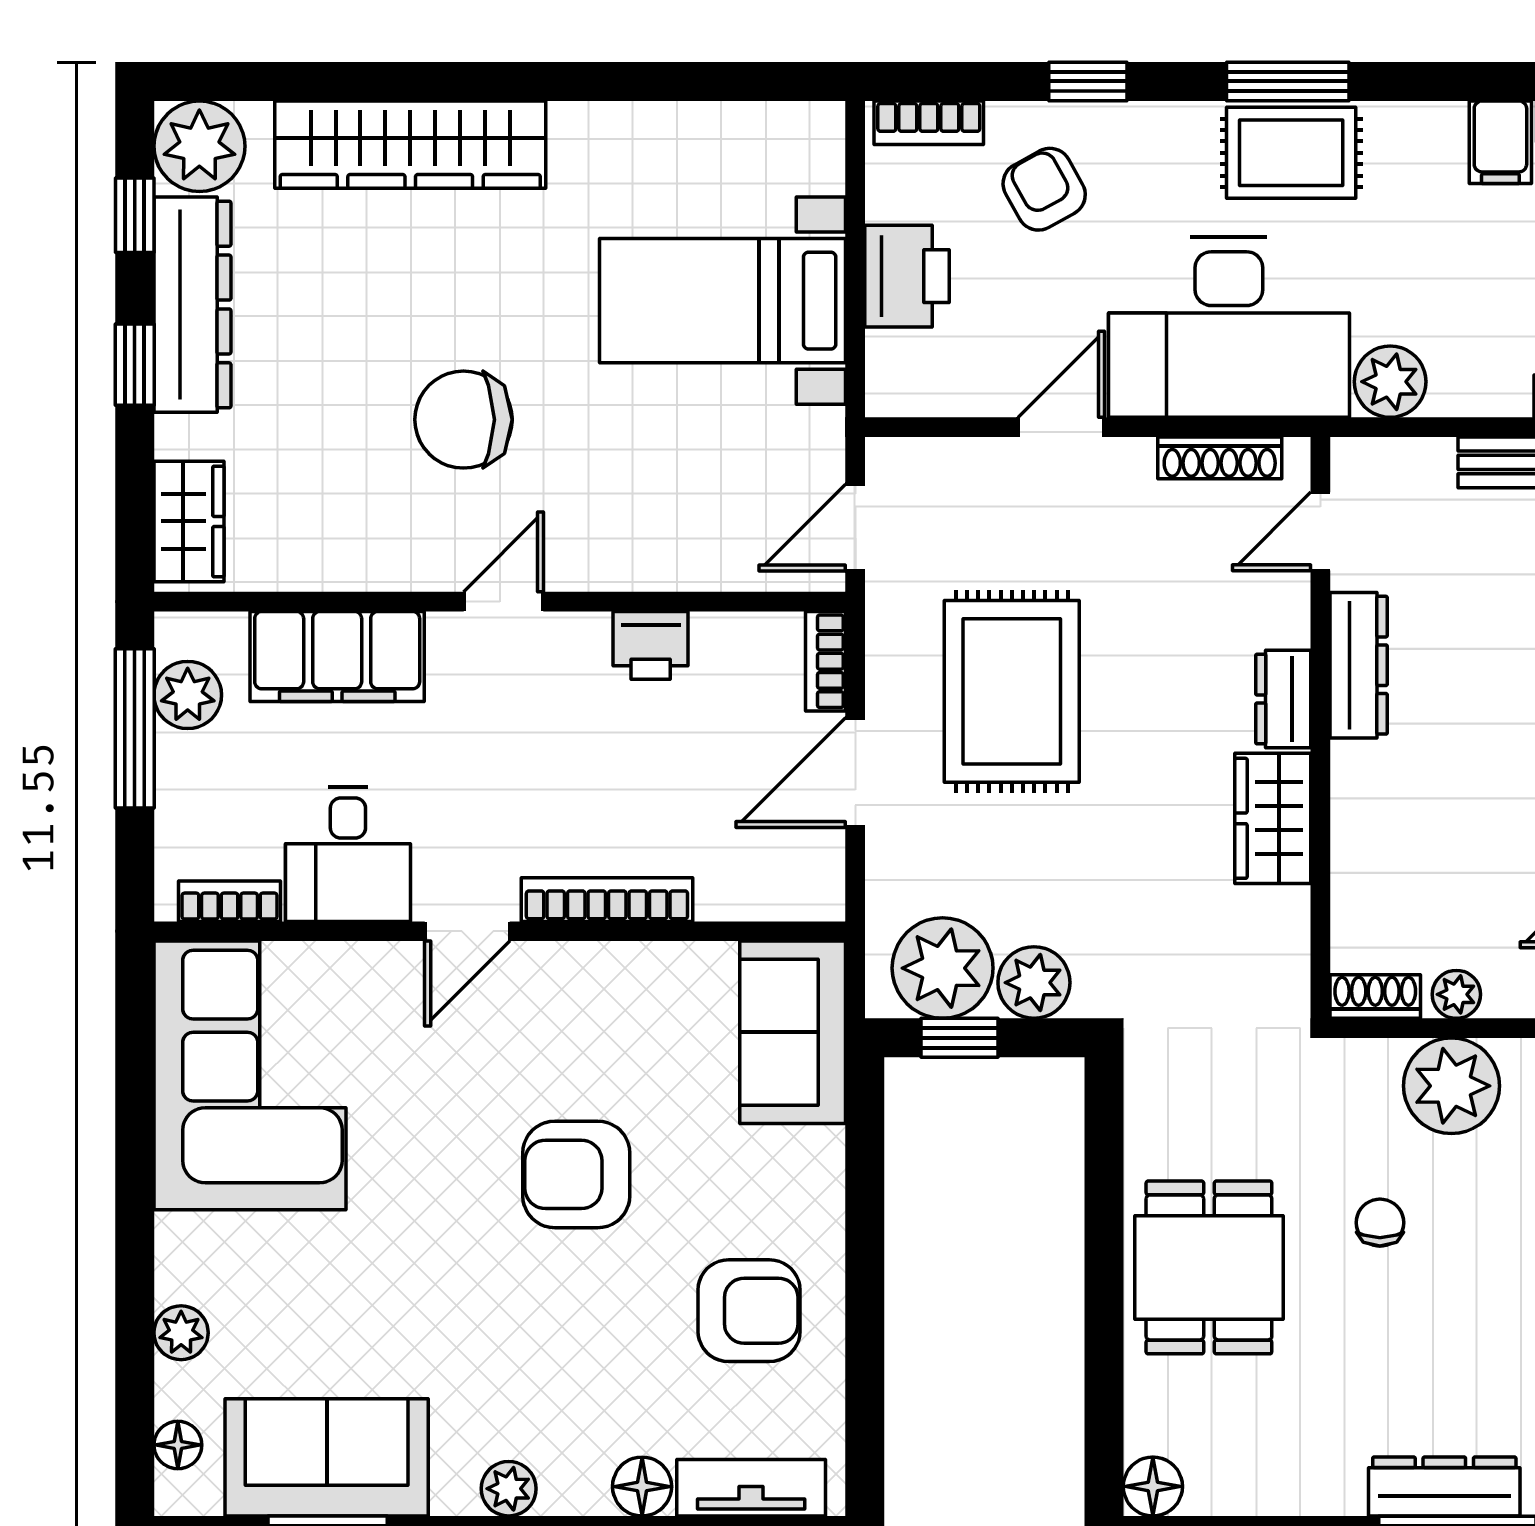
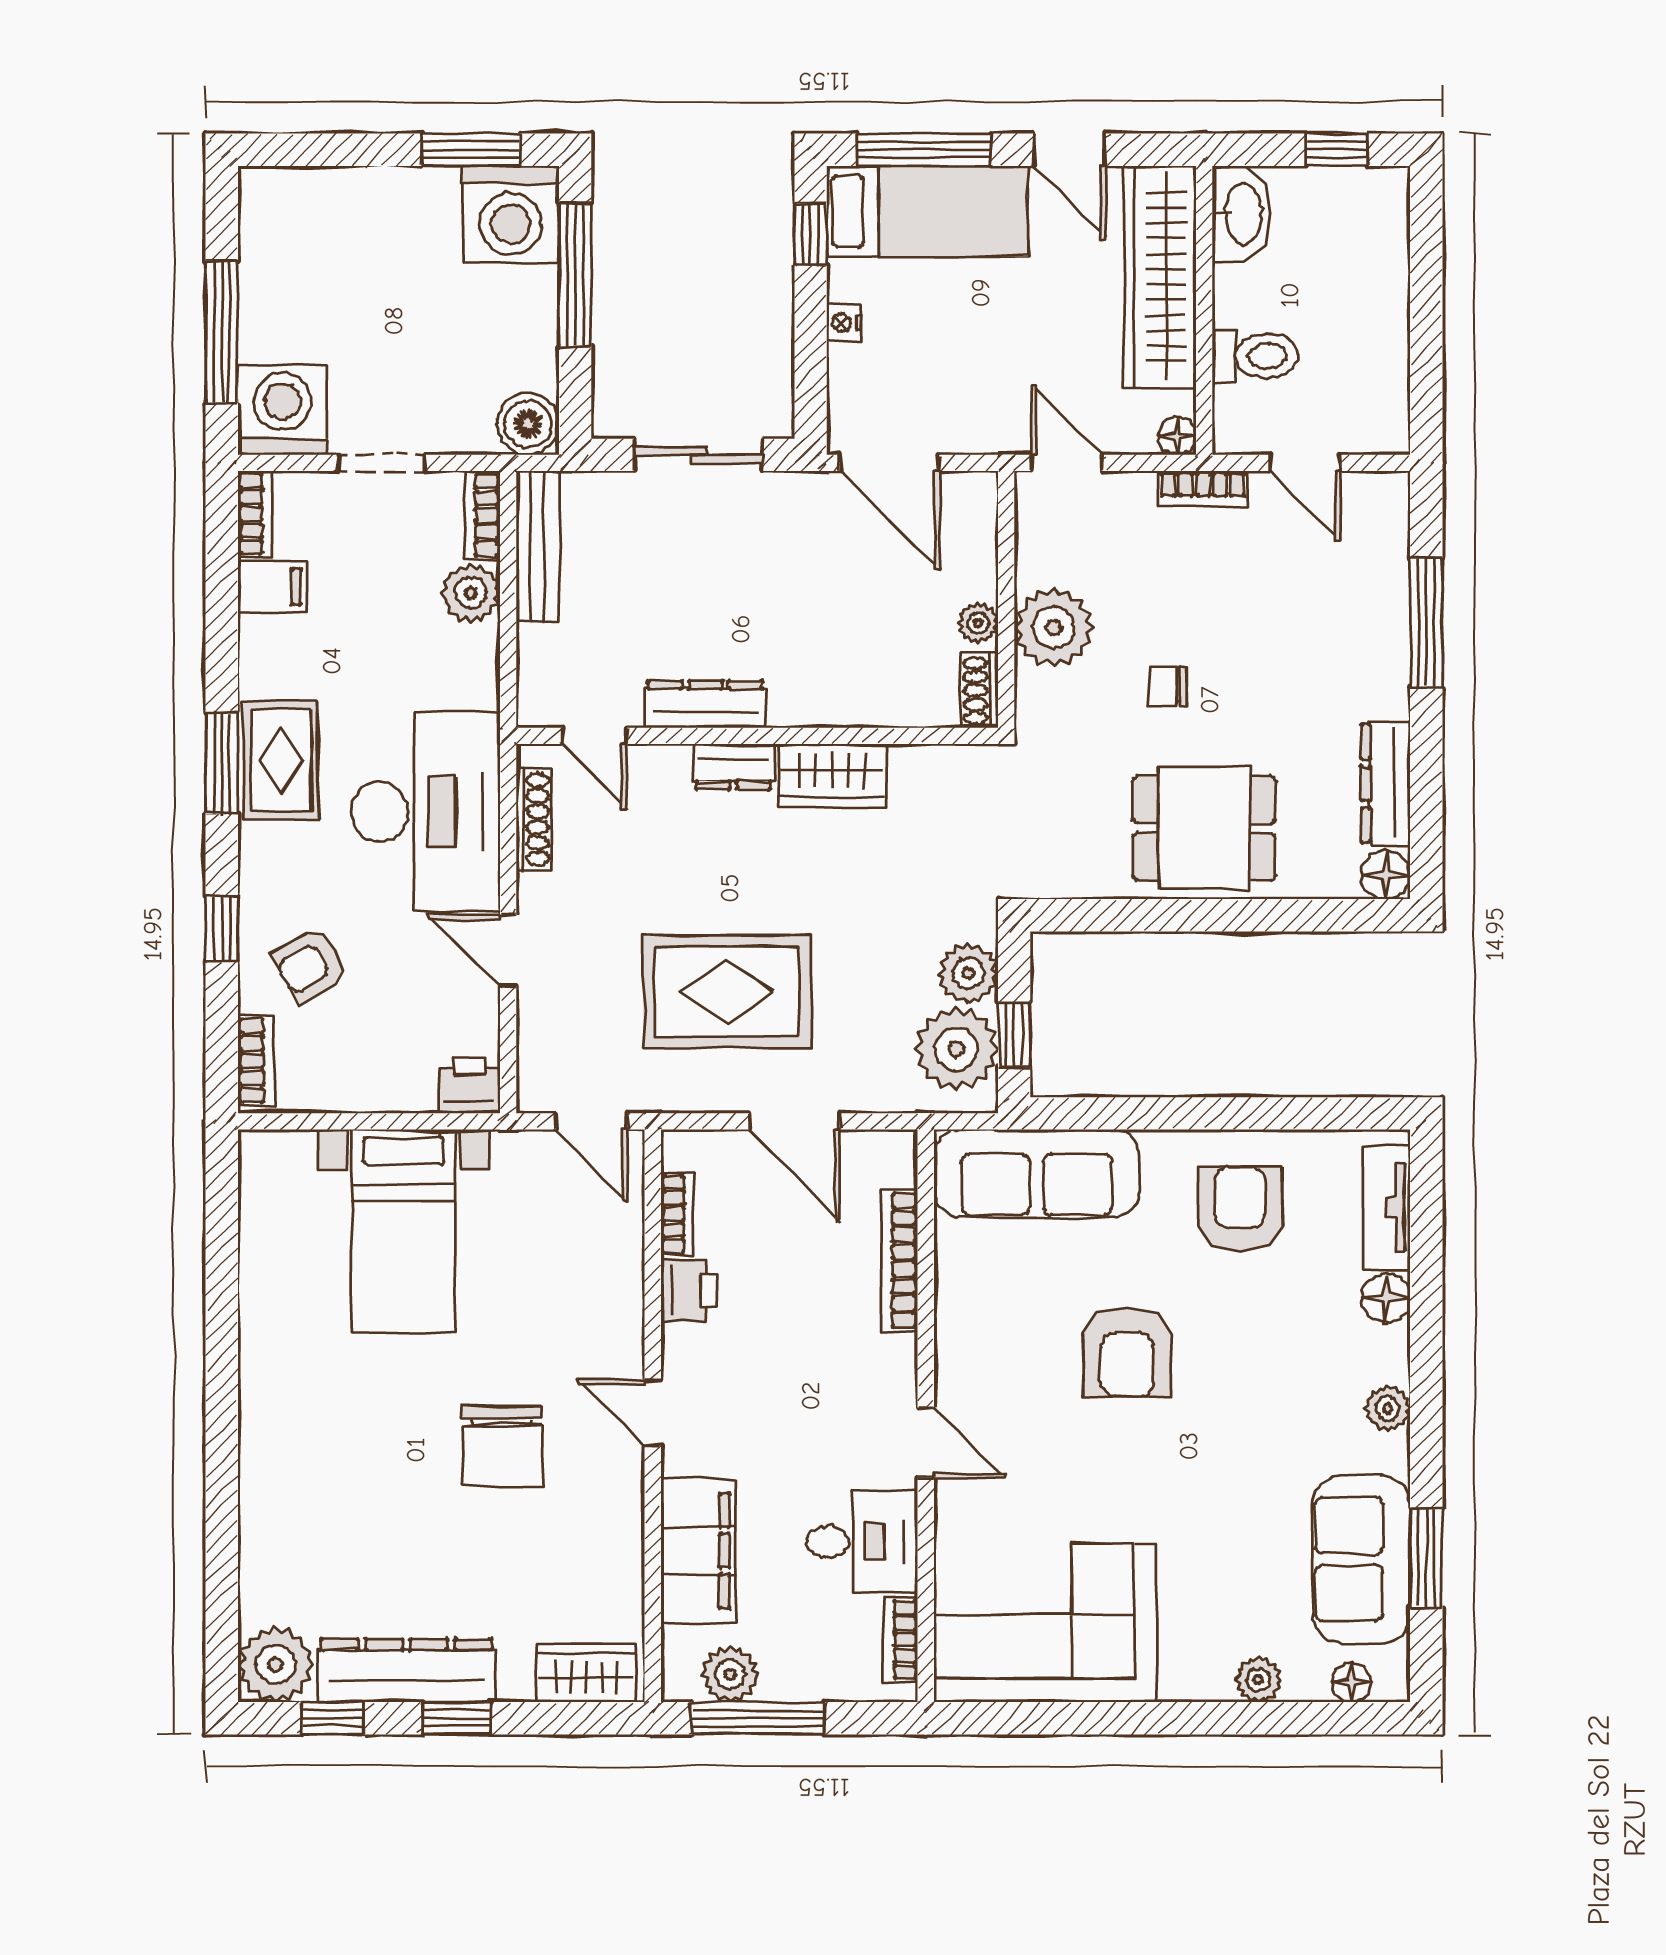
wardrobe: (410, 145) -> (274, 1490), removed
printer: (907, 276) -> (469, 1085), moved, width x0.73, depth x0.81
plant: (1390, 382) -> (471, 593), moved
bookcase: (826, 661) -> (677, 1214), moved, turned -90
bookcase: (607, 900) -> (900, 1260), moved
sofa: (793, 1032) -> (1037, 1173), width x1.36
dresser: (1444, 1486) -> (1386, 783), moved

